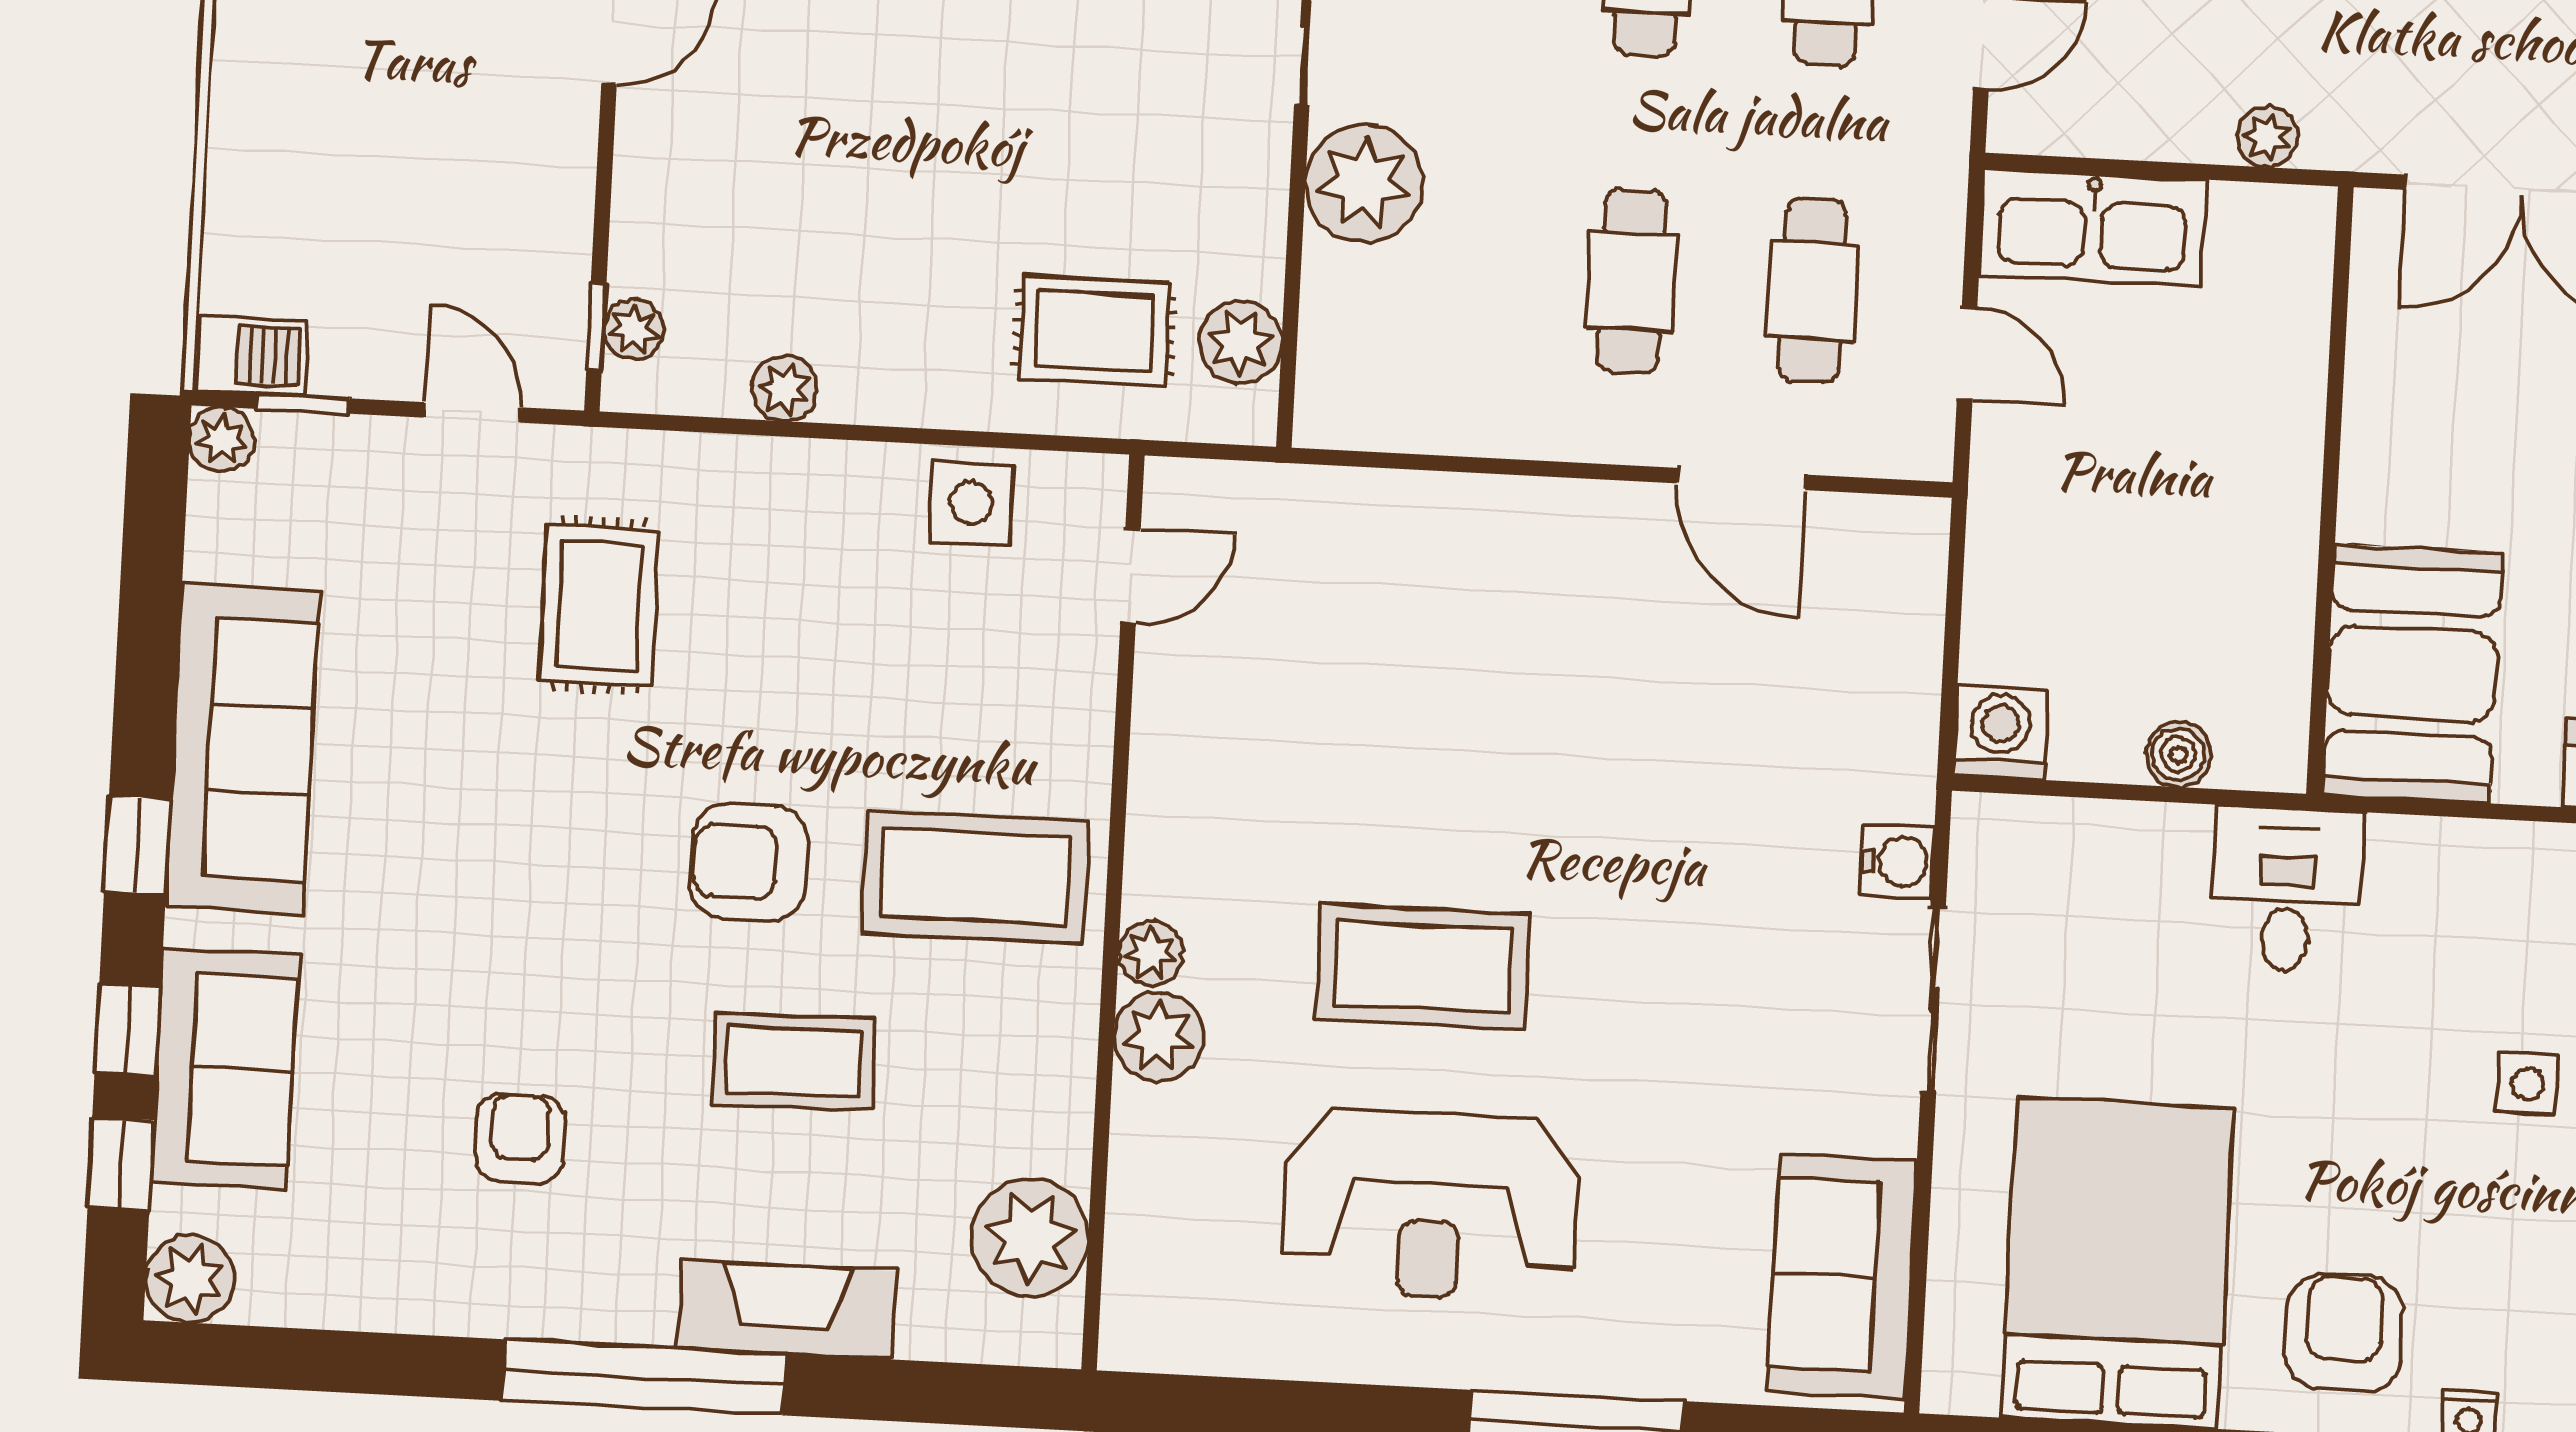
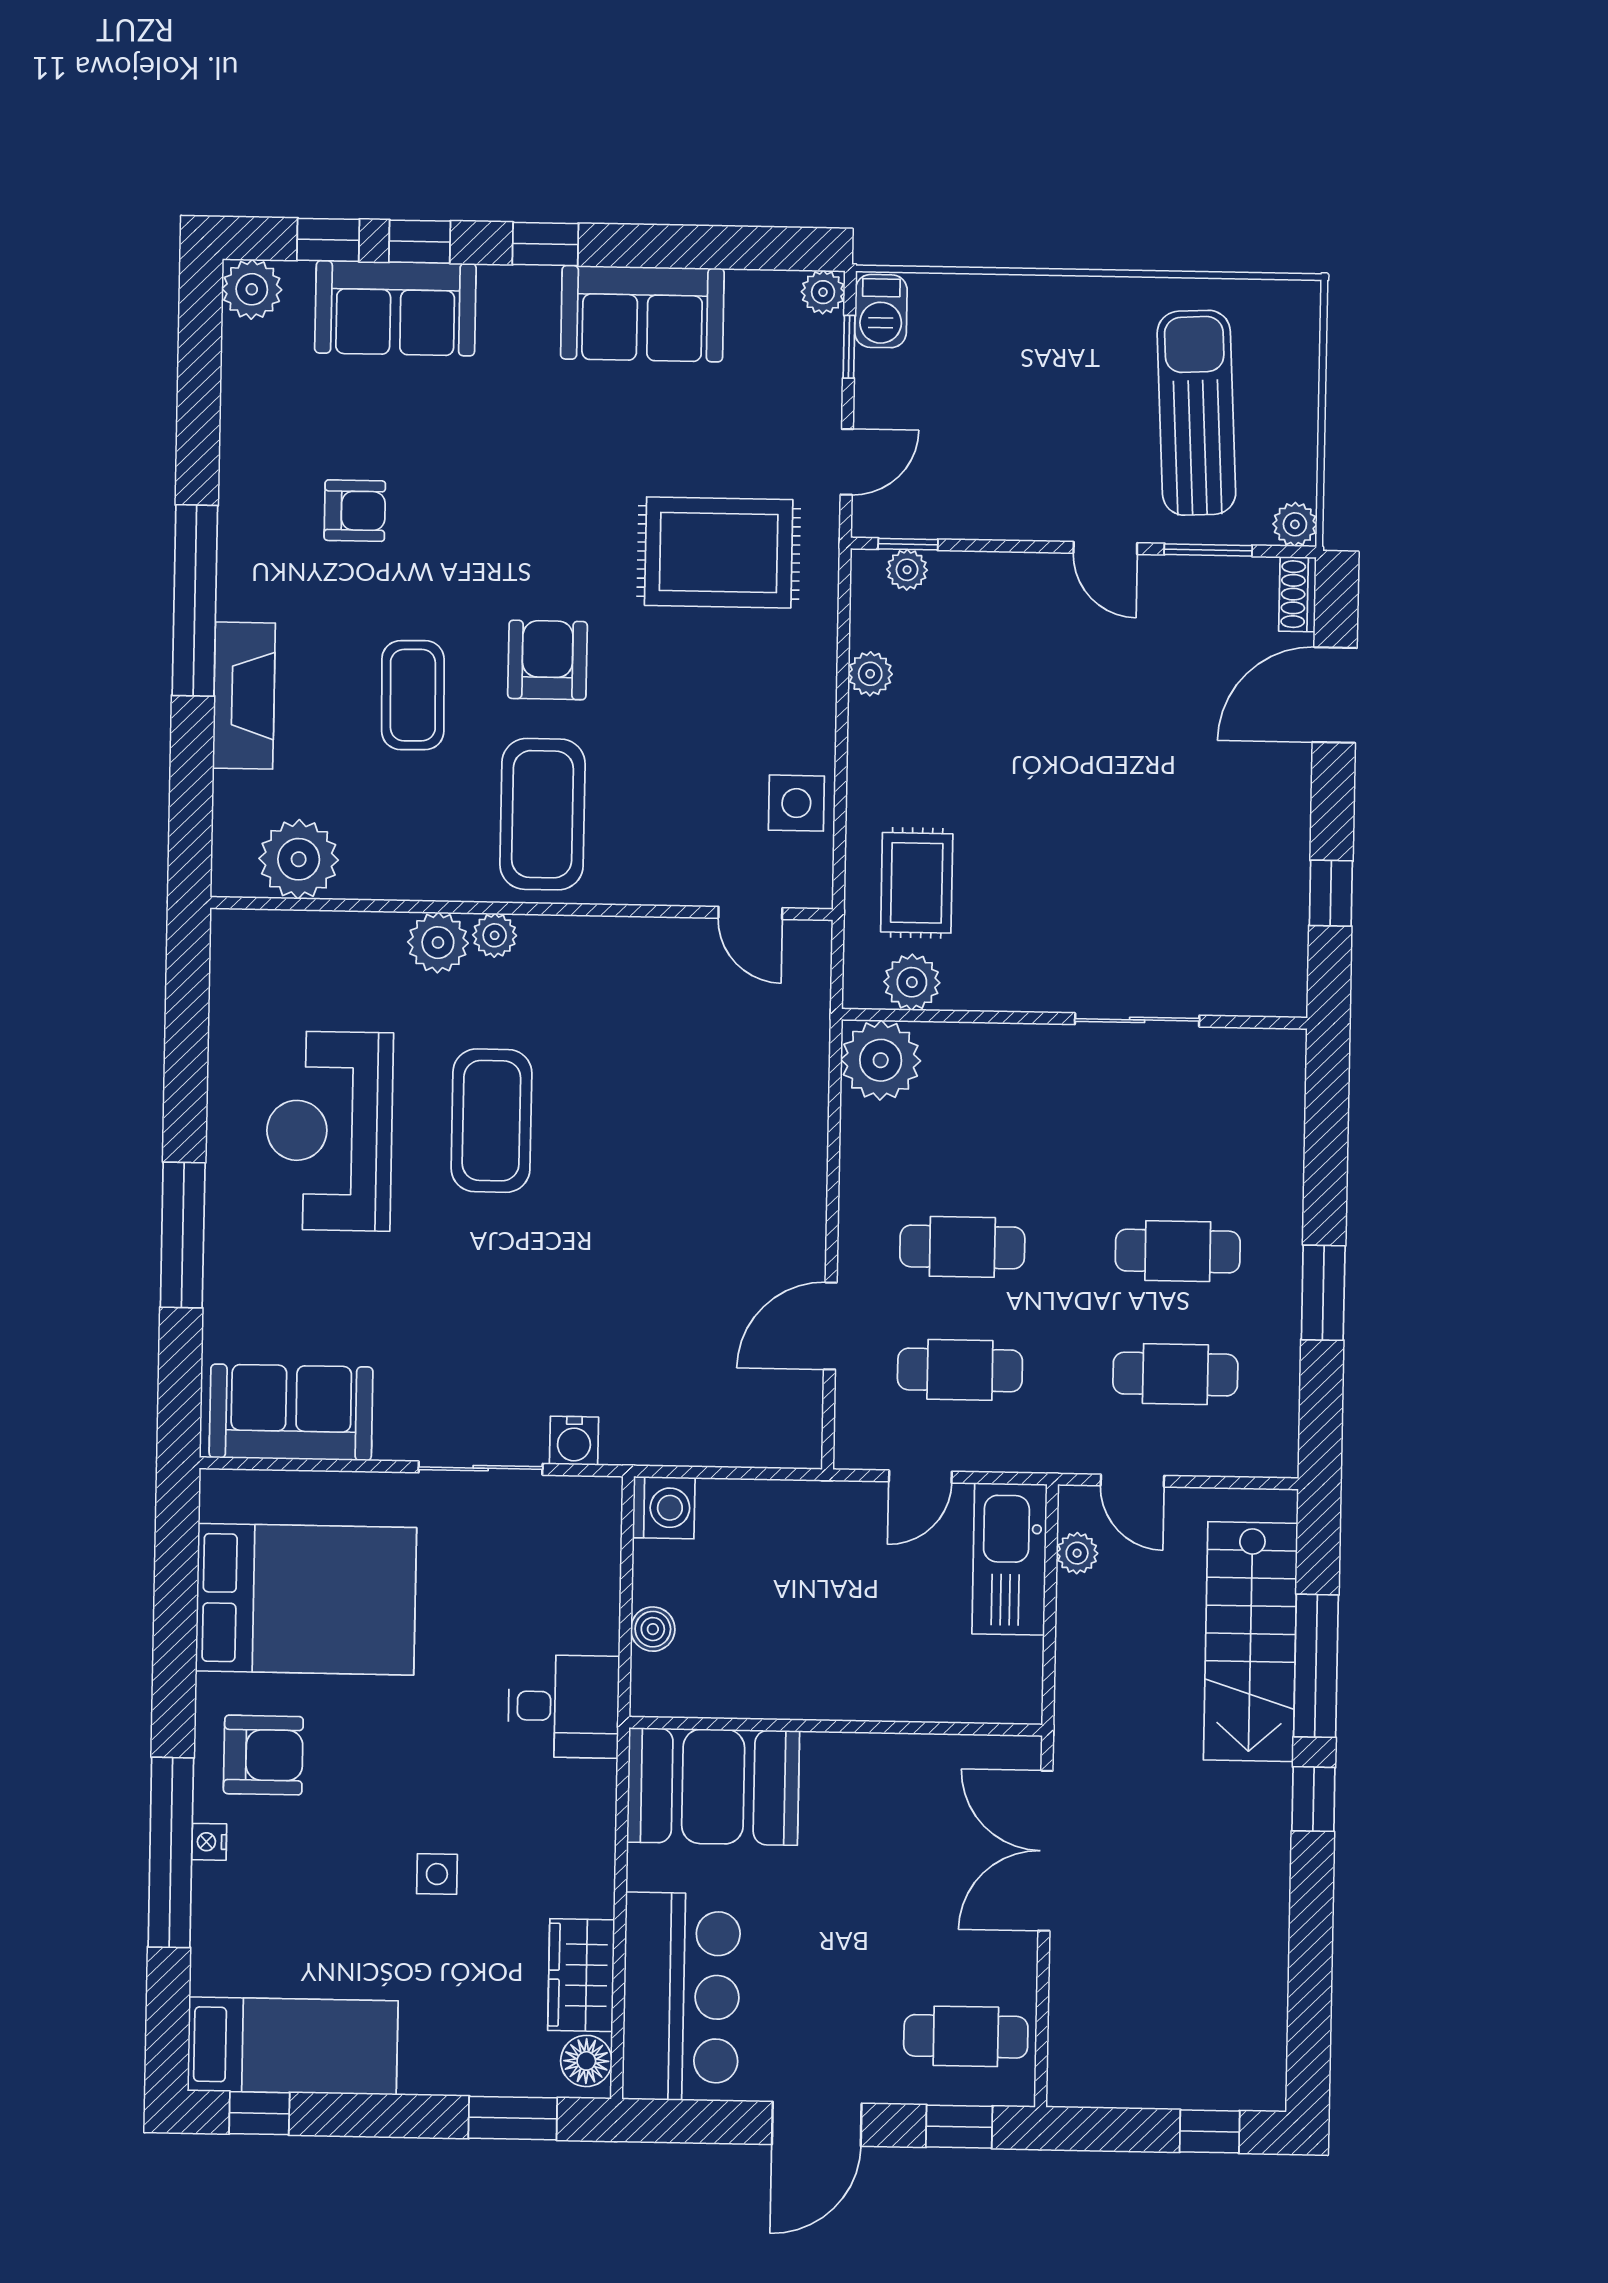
plant: (2268, 137) -> (1077, 1553), moved
plant: (1364, 183) -> (881, 1060), moved
rug: (599, 605) -> (719, 552), width x1.36, depth x1.43
sofa: (242, 749) -> (642, 314), width x0.73

